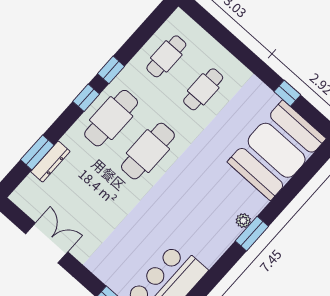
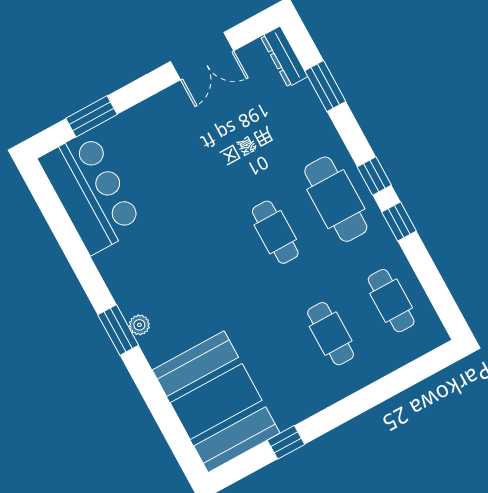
cafe table: (148, 151) -> (275, 232), width x0.73, depth x0.74
dresser: (50, 162) -> (284, 57), moved

